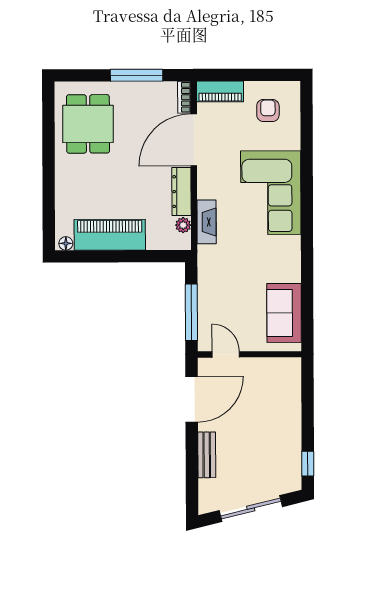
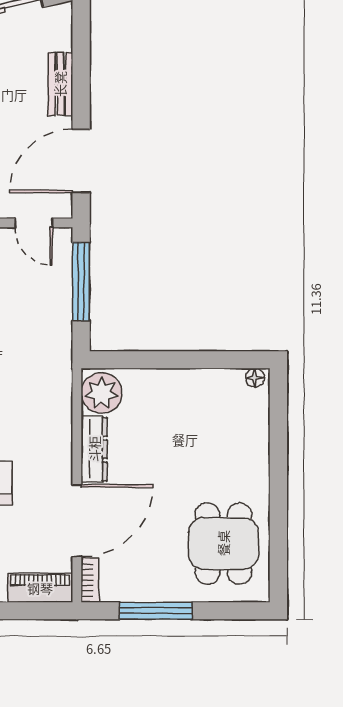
fireplace: (207, 222) -> (60, 407), removed
plant: (183, 225) -> (102, 393), width x1.88, depth x1.88
piano: (110, 235) -> (194, 390), removed

